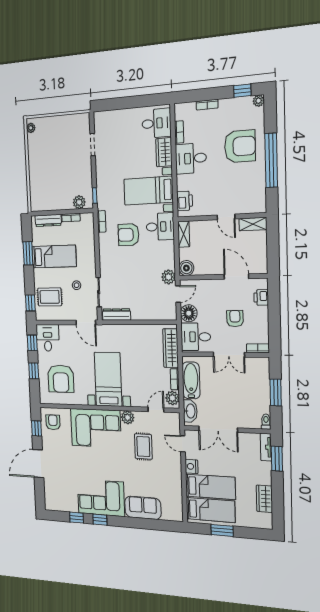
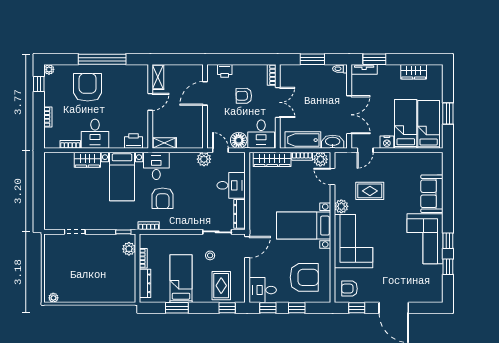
desk: (156, 123) -> (231, 185), moved, turned 90
boiler: (186, 268) -> (196, 141), removed

